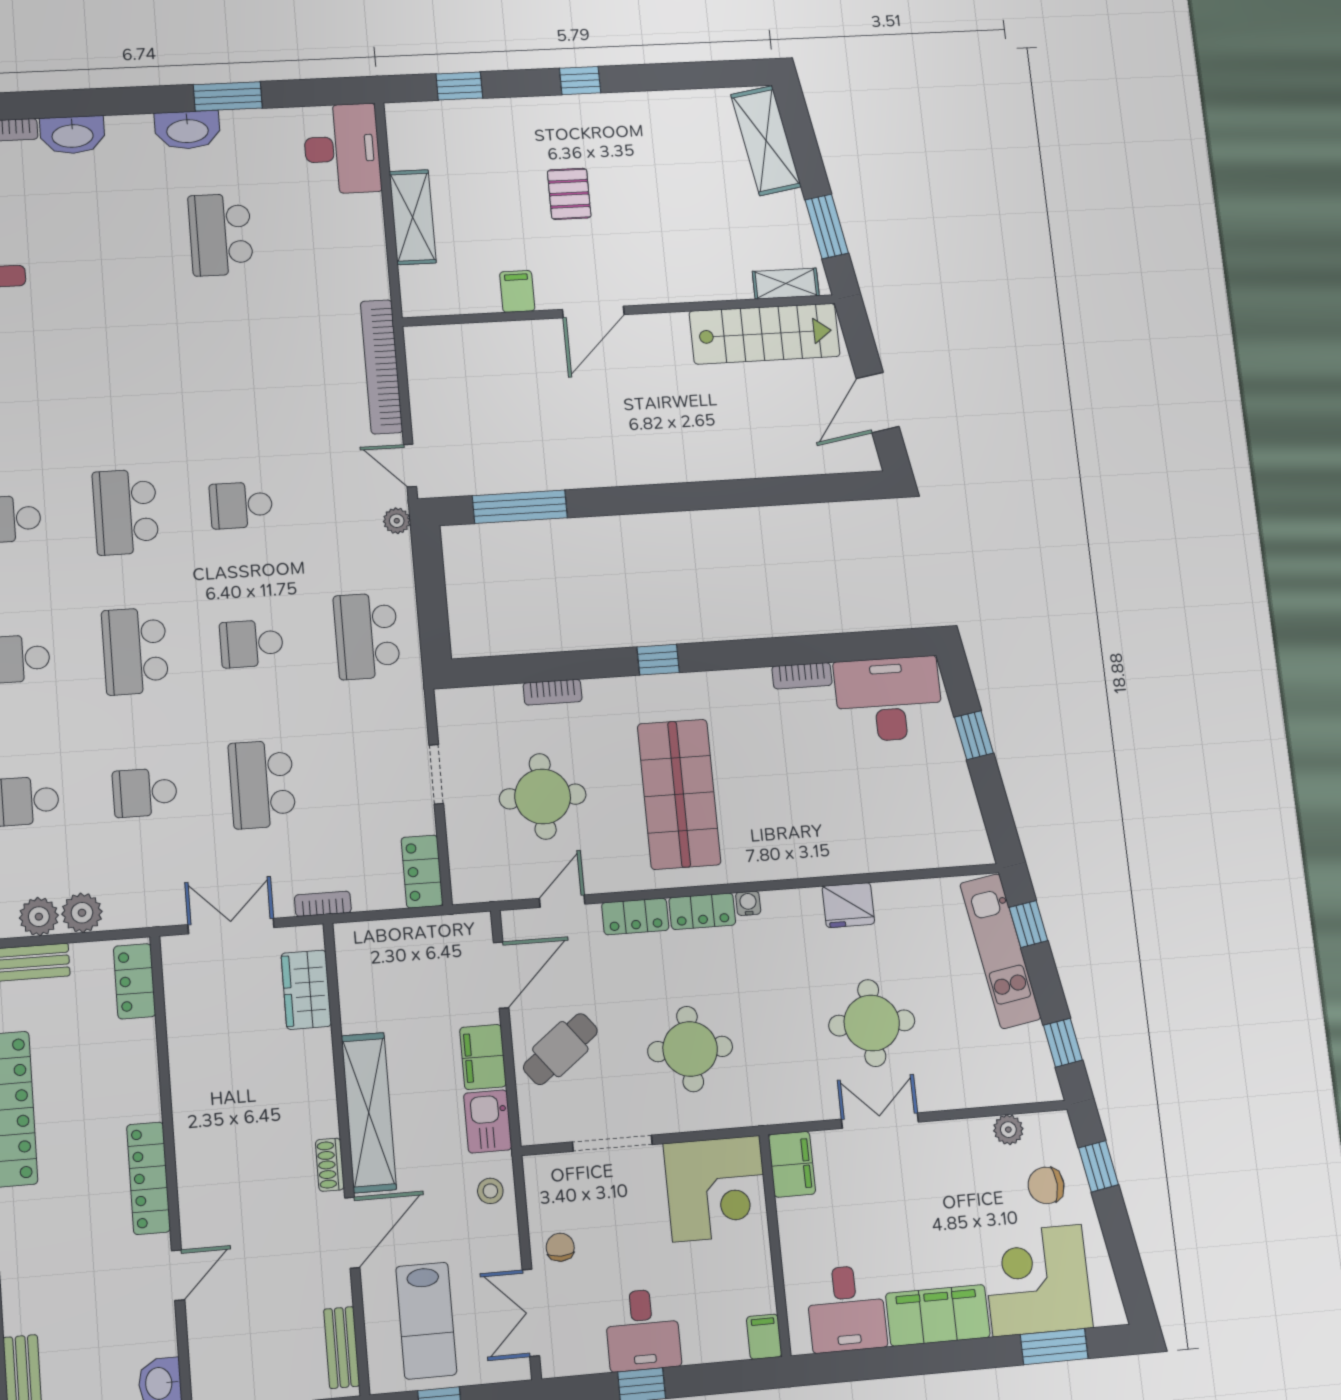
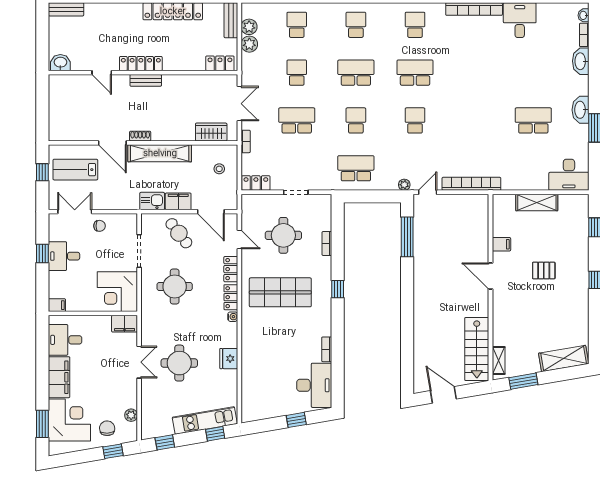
stool: (490, 1191) -> (219, 169), moved
bench: (342, 1348) -> (146, 80), moved

